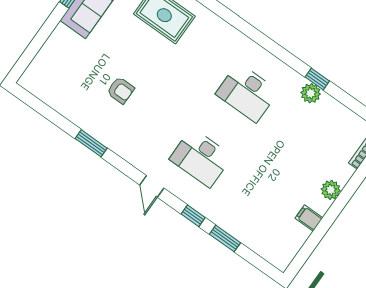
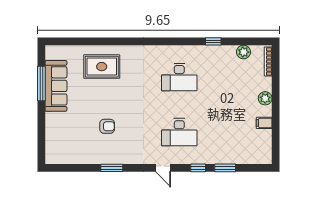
plant: (311, 93) -> (244, 52), moved

